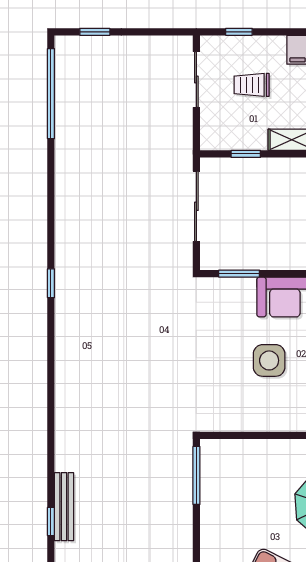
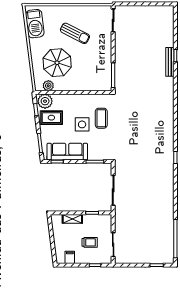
coffee table: (224, 375) -> (101, 118), added

